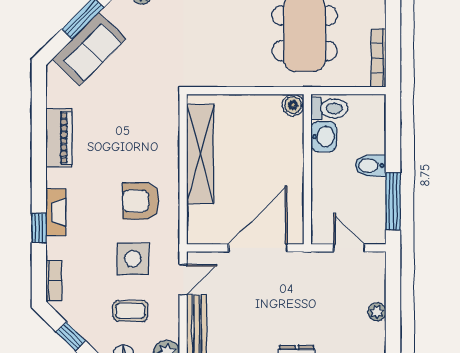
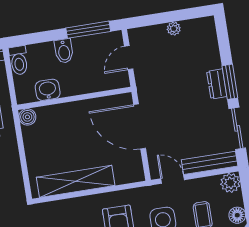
toilet: (329, 108) -> (19, 60), moved, turned 180

